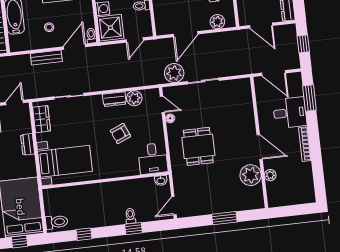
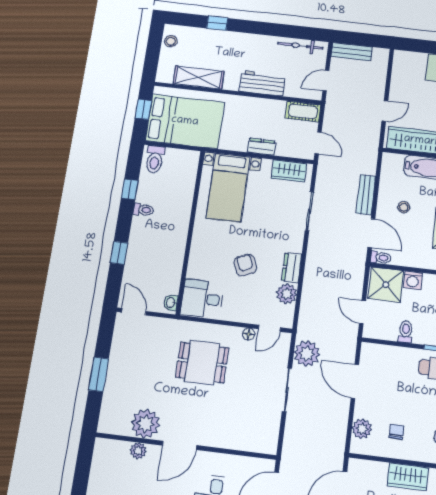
toilet: (130, 216) -> (143, 210), moved

